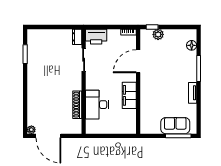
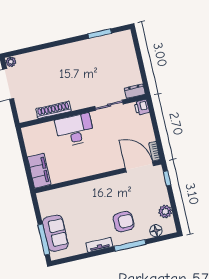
plant: (158, 34) -> (165, 212), moved
printer: (96, 37) -> (142, 107), width x0.53, depth x0.68
door: (138, 61) -> (139, 167), moved
armchair: (179, 69) -> (123, 222), added
filing cabinet: (129, 95) -> (39, 171), moved, turned 90
desk: (97, 105) -> (75, 130), moved

